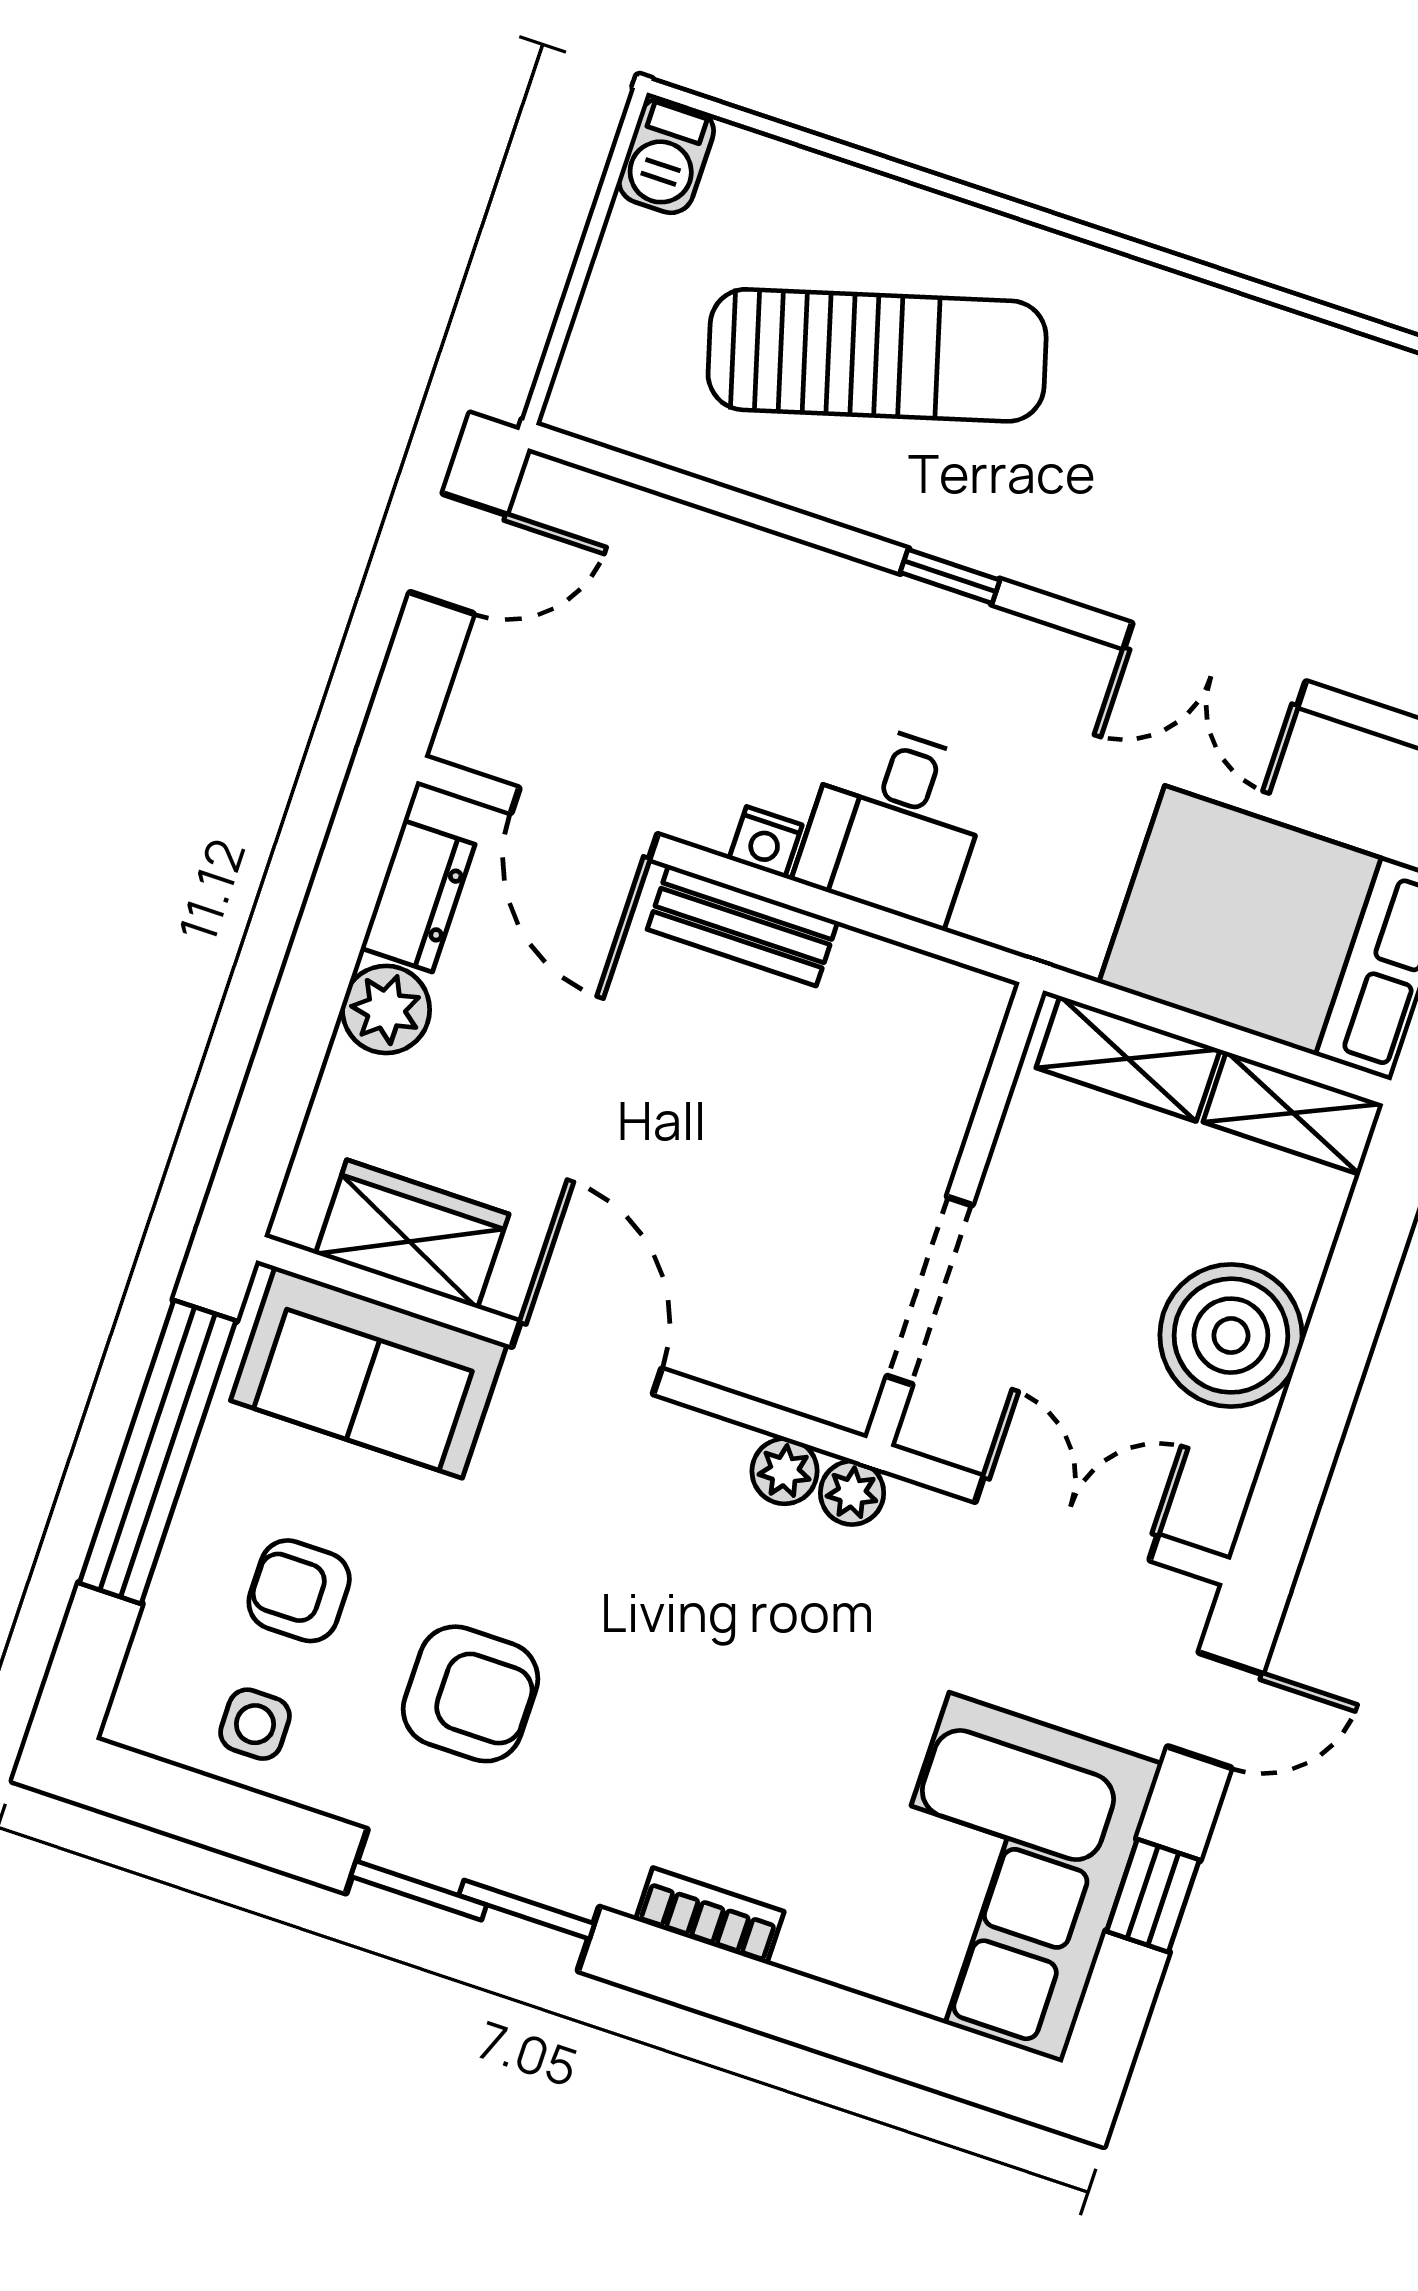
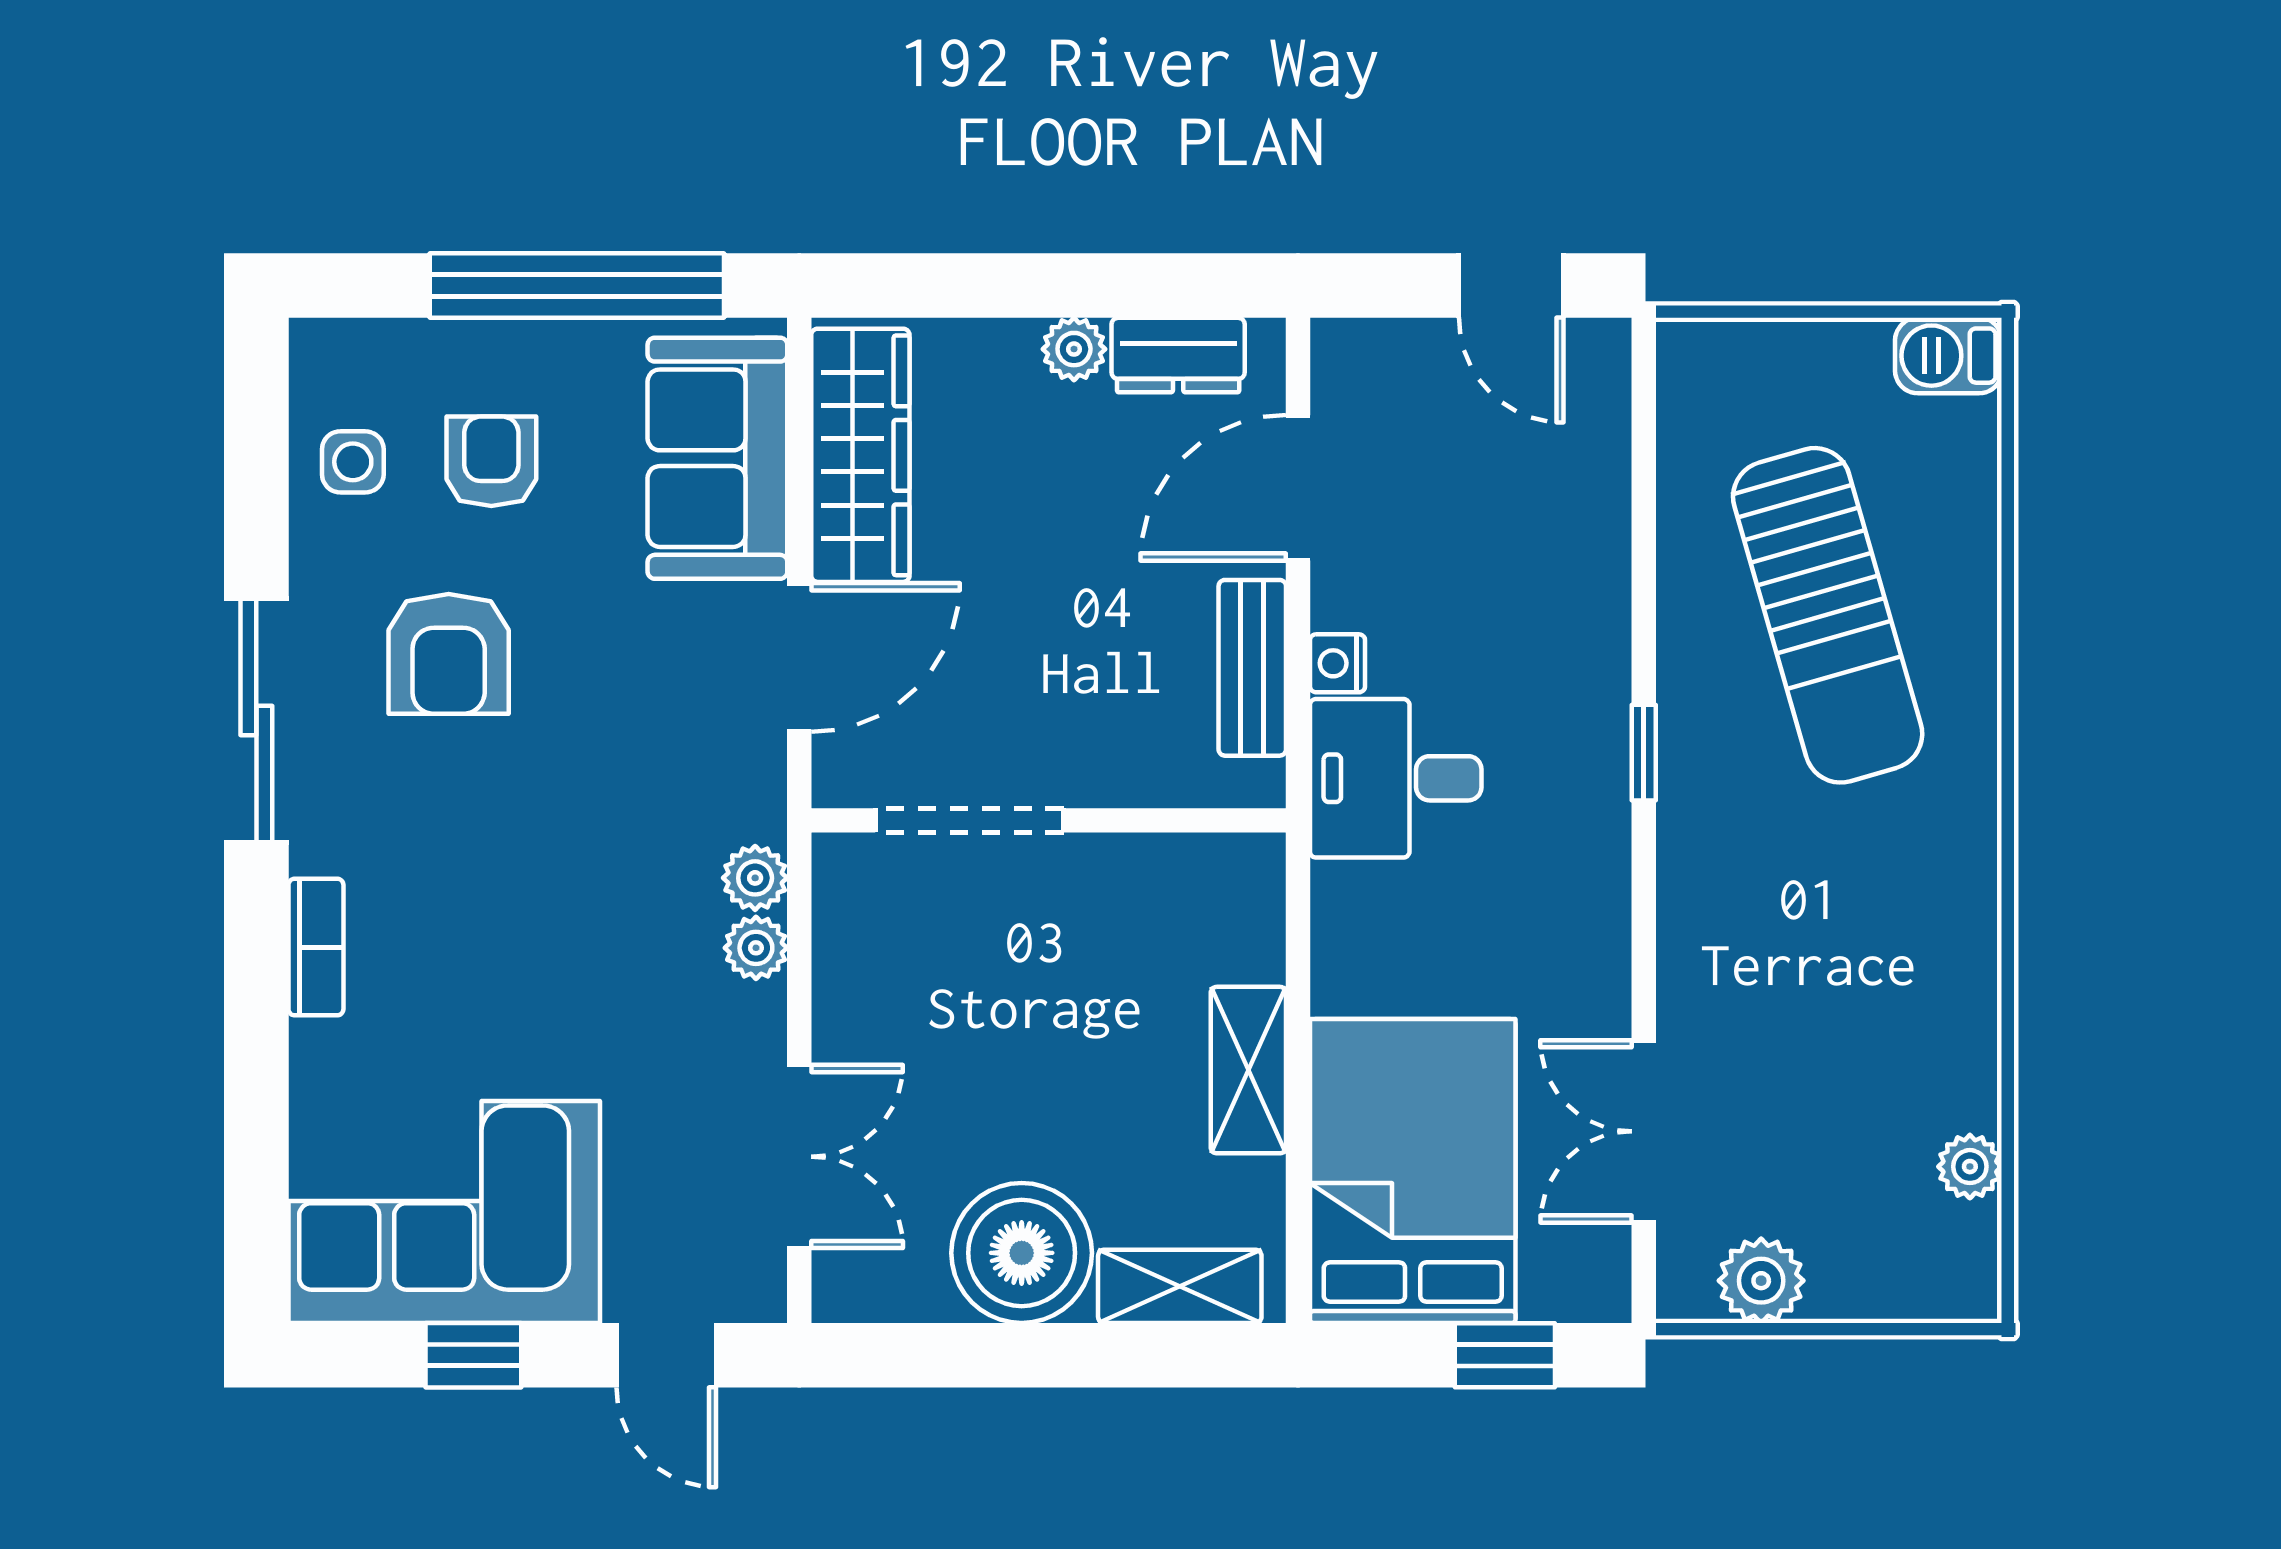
double door: (1215, 665) -> (1644, 1131), moved
plant: (386, 1009) -> (1074, 349), width x0.73, depth x0.73
shelving: (1293, 1113) -> (1180, 1286), moved, turned 90
wall: (955, 1214) -> (1049, 820), moved
wardrobe: (412, 1234) -> (860, 455), width x1.50
doorway: (930, 1291) -> (969, 820), moved

